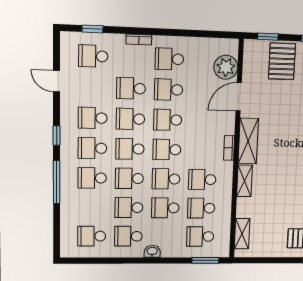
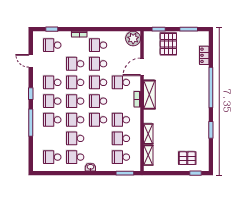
plant: (226, 67) -> (133, 39), moved
shelving: (245, 181) -> (148, 134), moved
school desk: (165, 208) -> (121, 82), moved

